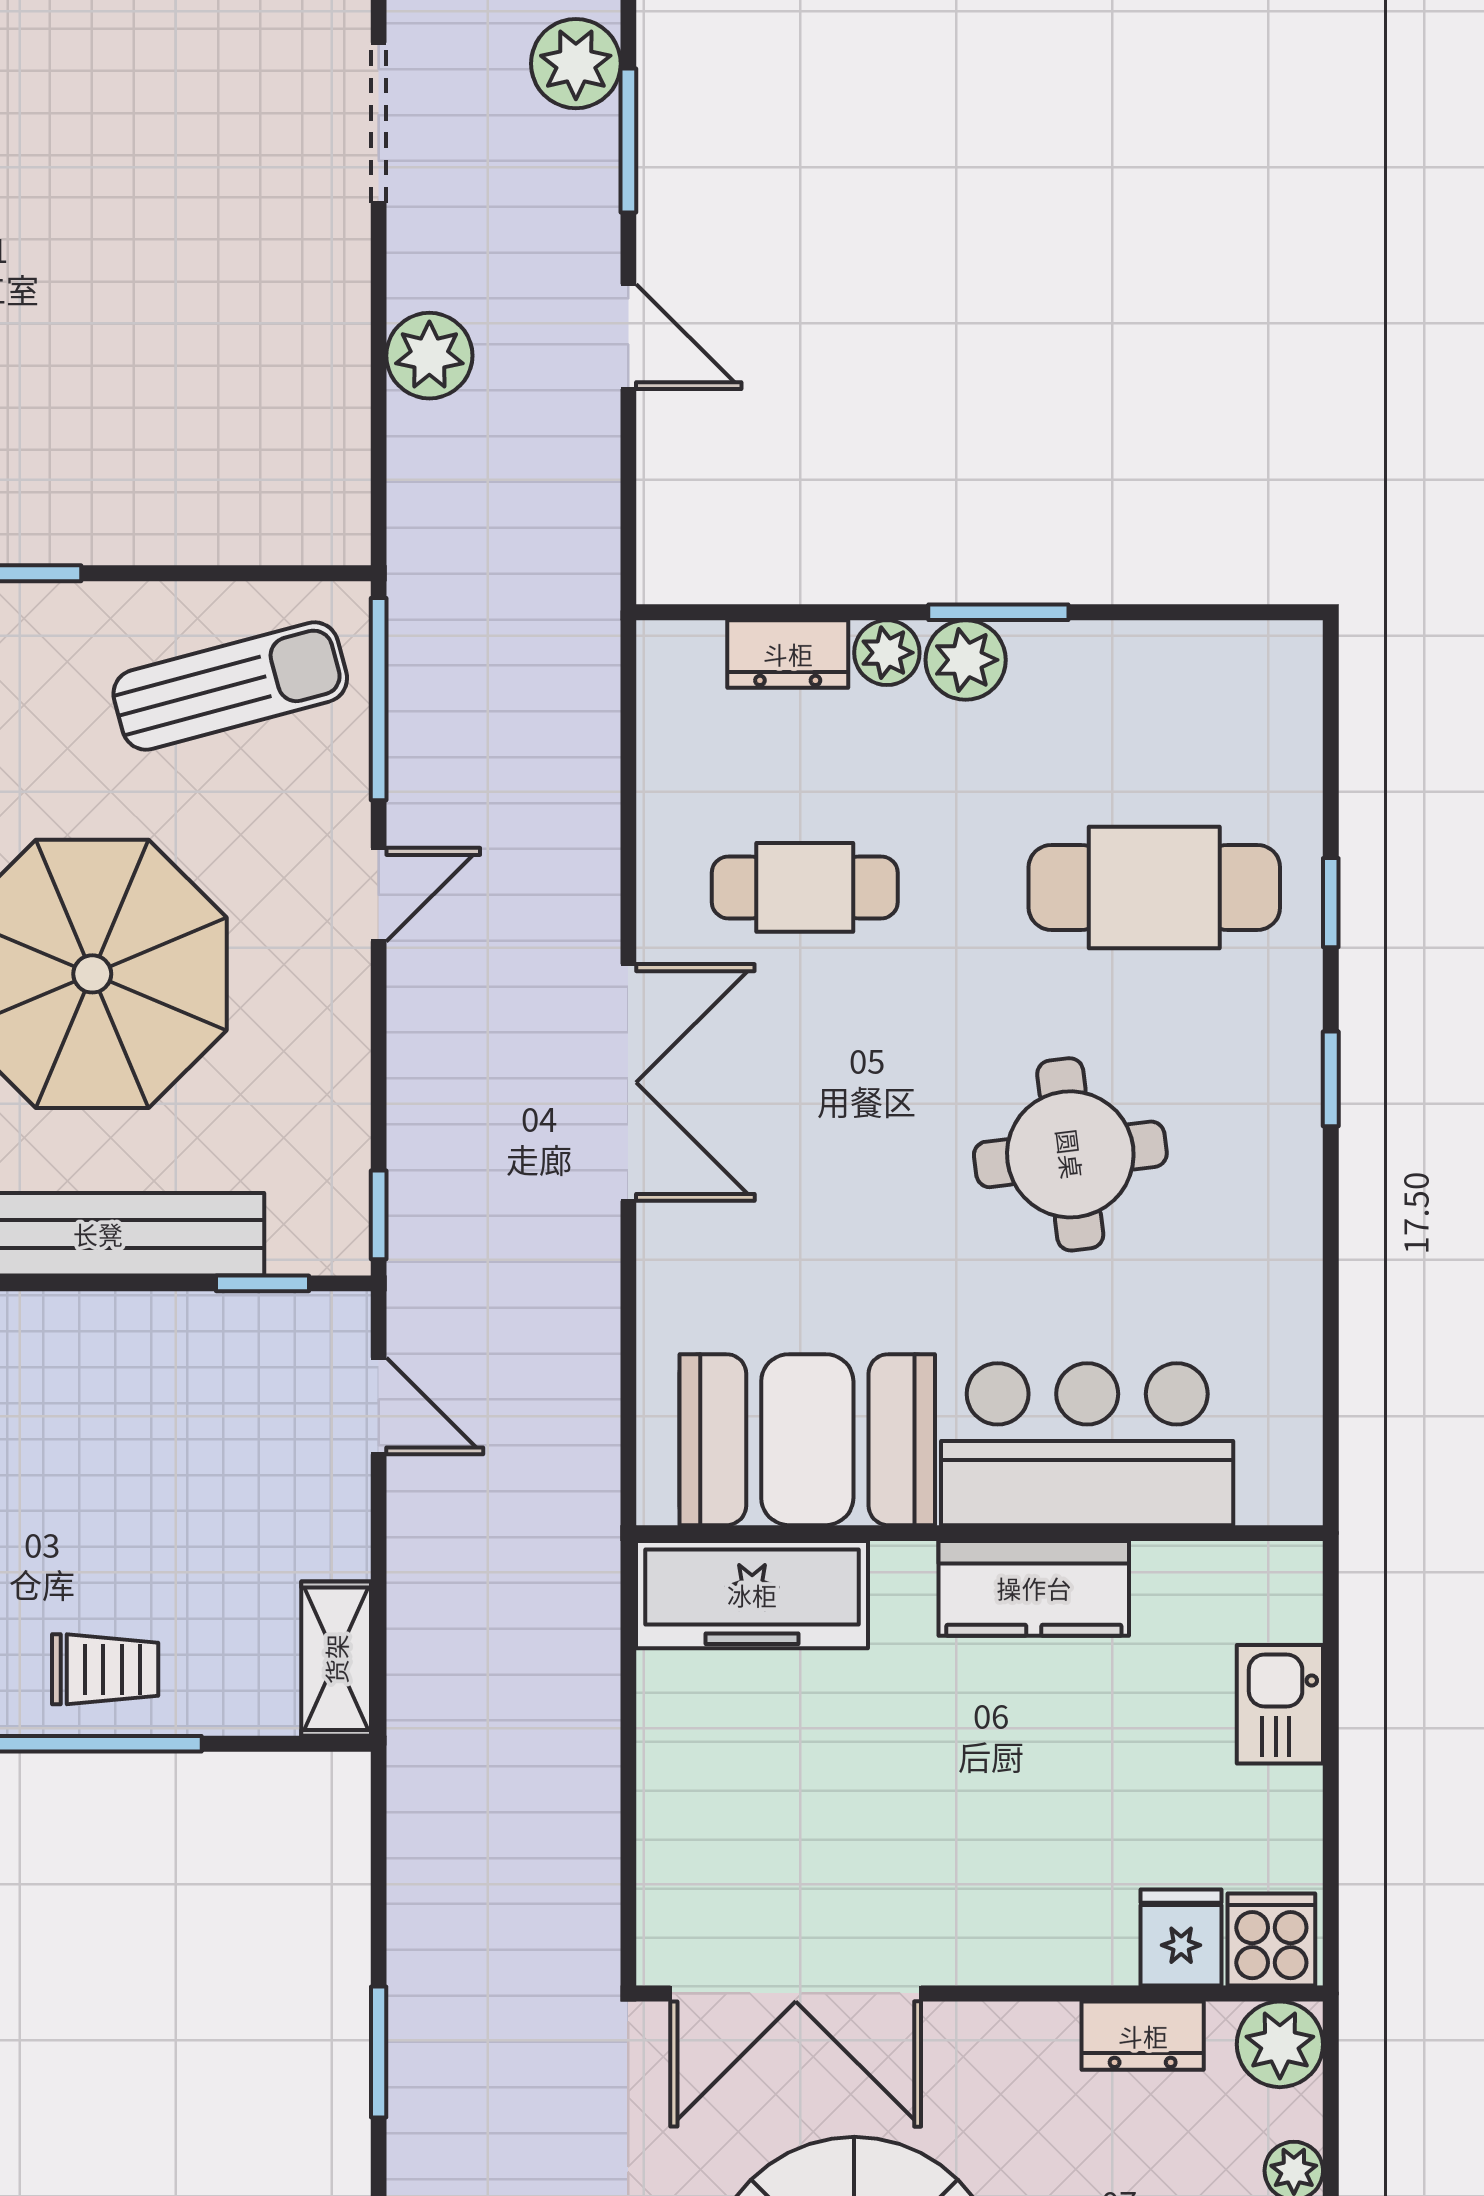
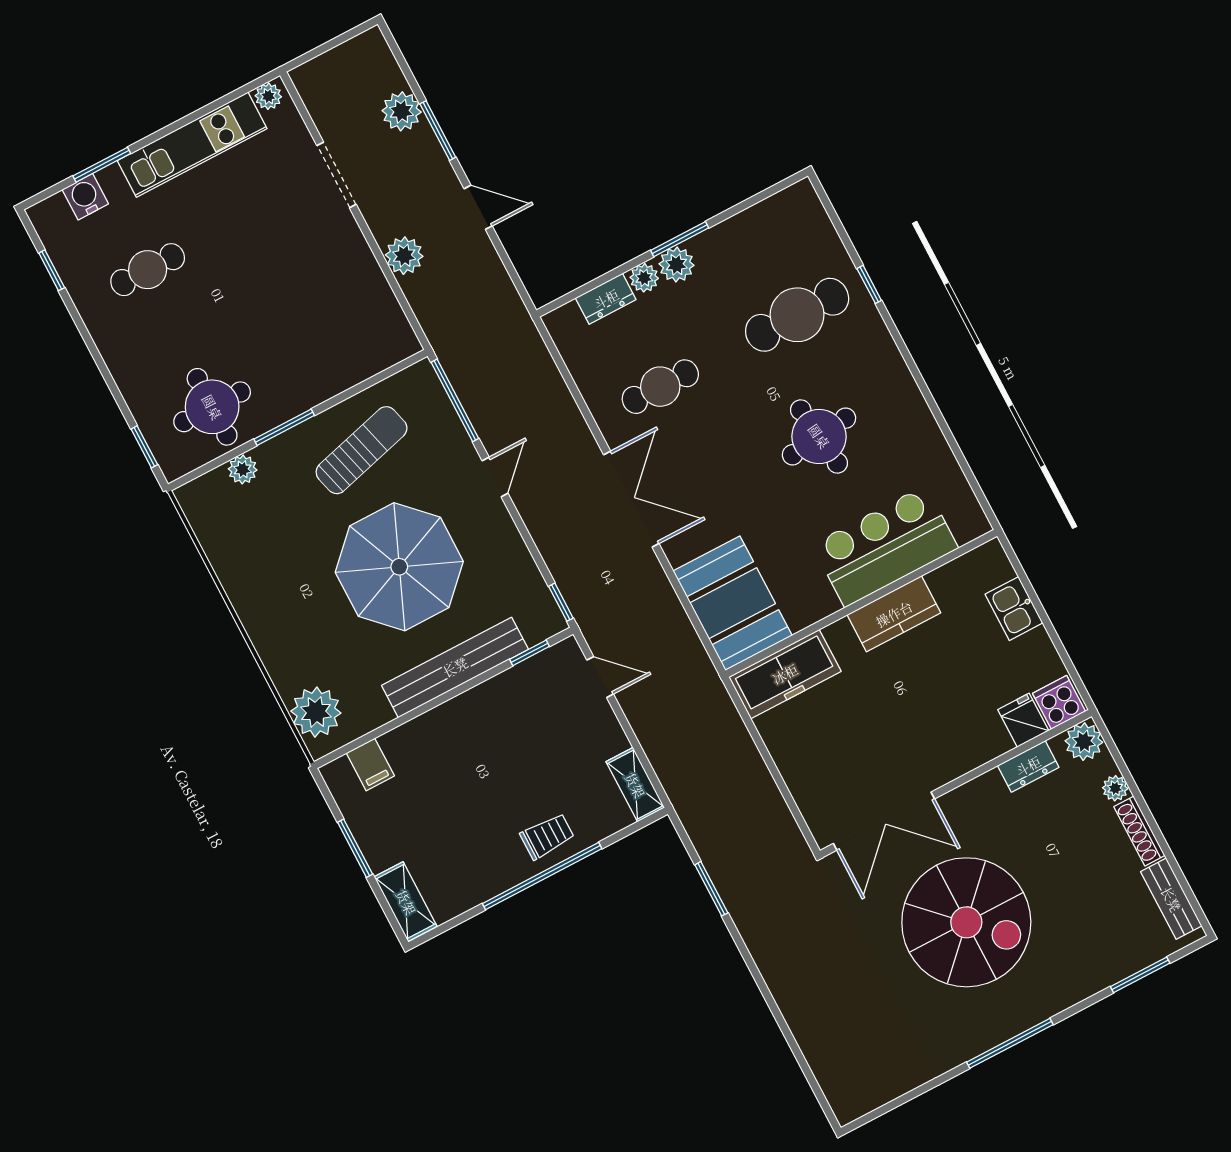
sun lounger: (230, 686) -> (362, 450), moved
window: (1331, 1079) -> (905, 353), removed
booth: (807, 1440) -> (733, 603), moved, turned 90
window: (379, 2052) -> (711, 889), moved

